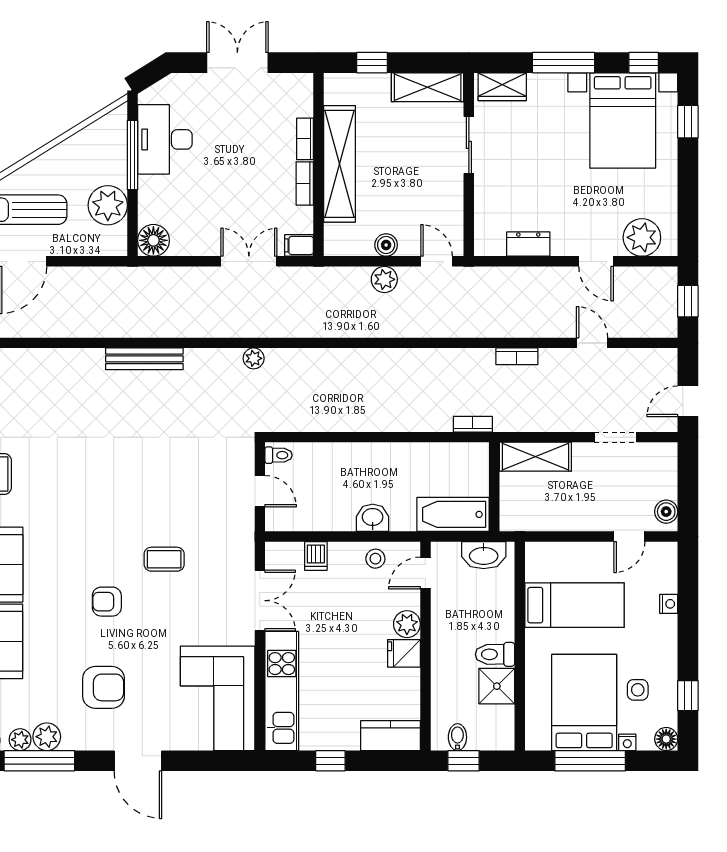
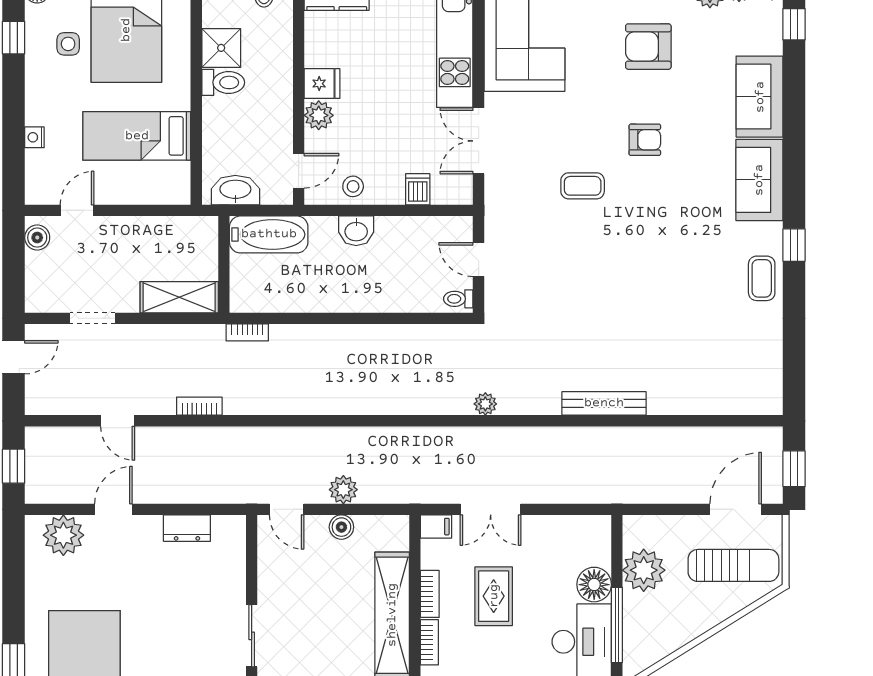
rug: (246, 181) -> (494, 596), added
floor lamp: (153, 240) -> (594, 585), moved
door: (596, 261) -> (113, 509), hinge flipped

